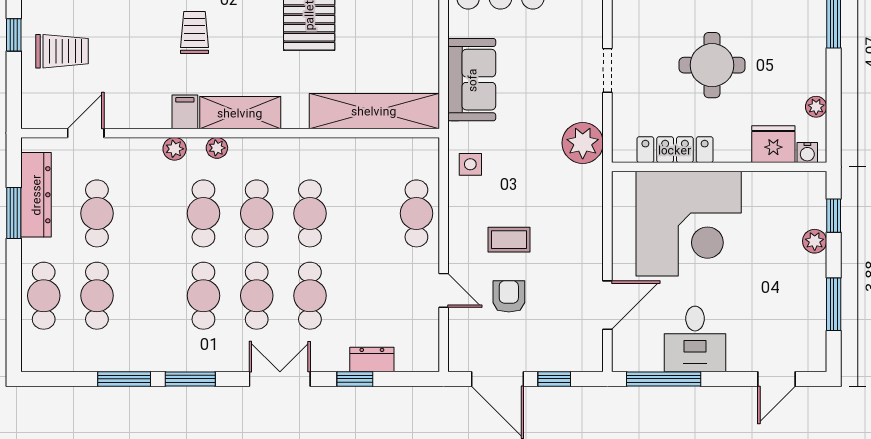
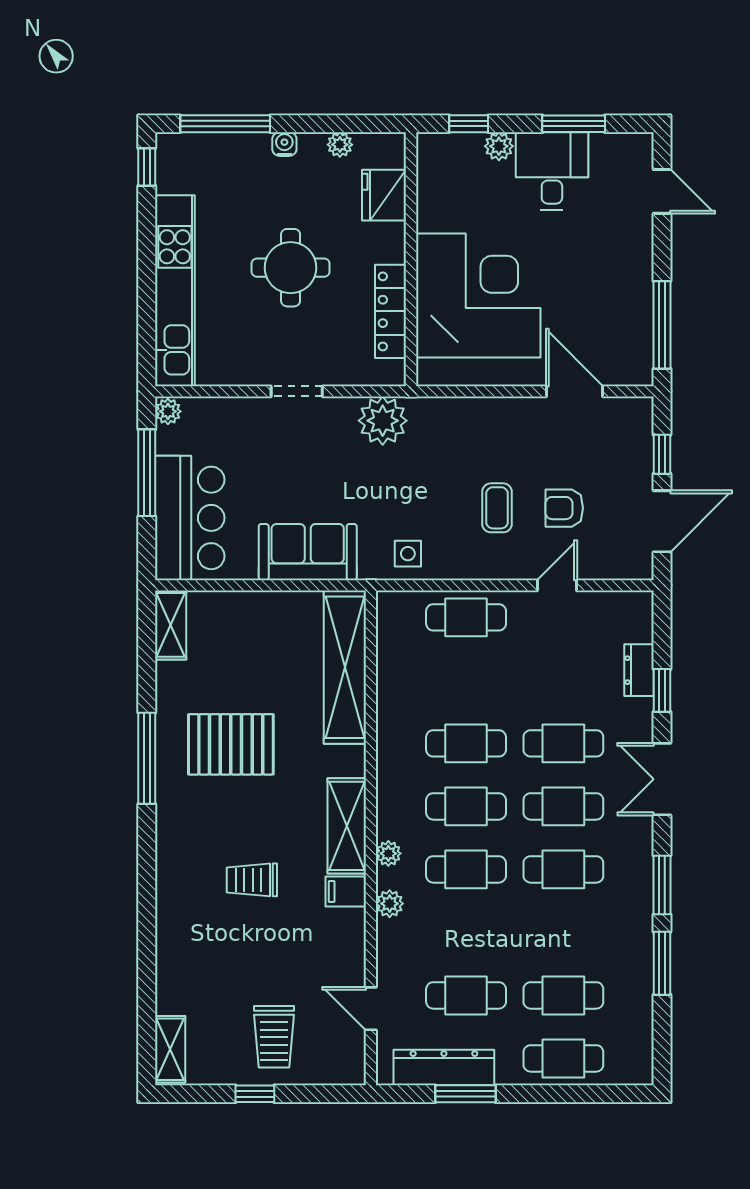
trolley: (62, 51) -> (274, 1037), turned 180
water cooler: (807, 153) -> (284, 144), moved, turned -90
desk: (695, 339) -> (552, 171), moved, turned -90

